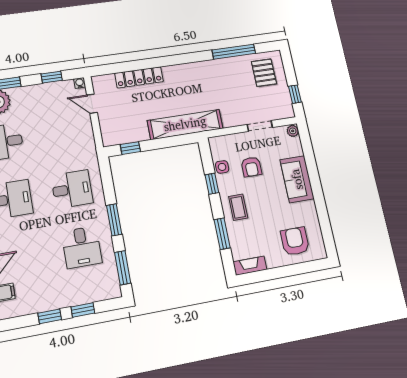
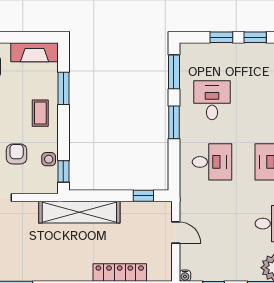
door: (92, 104) -> (176, 233), moved
window: (212, 184) -> (63, 171), moved
desk: (72, 189) -> (212, 162), turned 180
fireplace: (250, 266) -> (35, 52), width x1.37, depth x1.32

